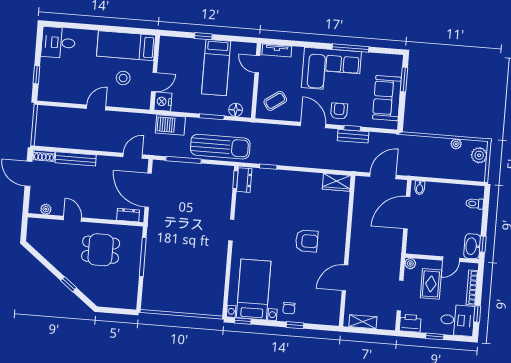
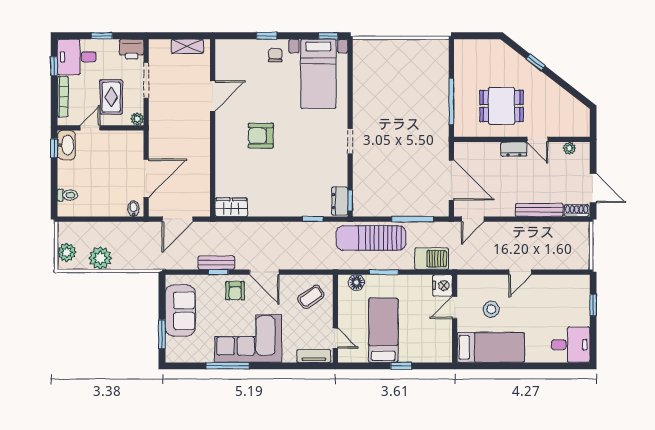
plant: (456, 144) -> (100, 258), width x1.88, depth x1.88
dresser: (128, 215) -> (514, 149), moved

